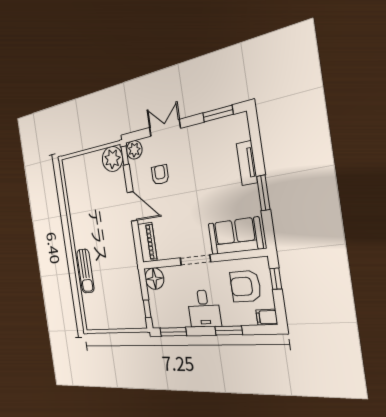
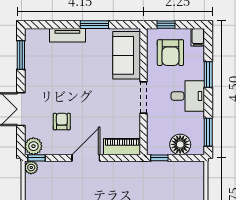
plant: (112, 159) -> (31, 167), width x0.53, depth x0.53
armchair: (160, 175) -> (62, 122), turned 90
floor lamp: (154, 279) -> (180, 144), moved
window: (147, 309) -> (159, 158), moved

